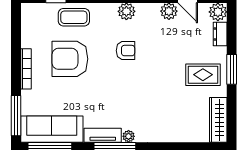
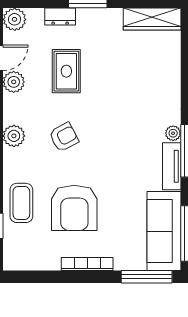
dresser: (220, 34) -> (60, 16), moved
armchair: (126, 51) -> (64, 137), turned 62
rug: (203, 75) -> (66, 71), moved

